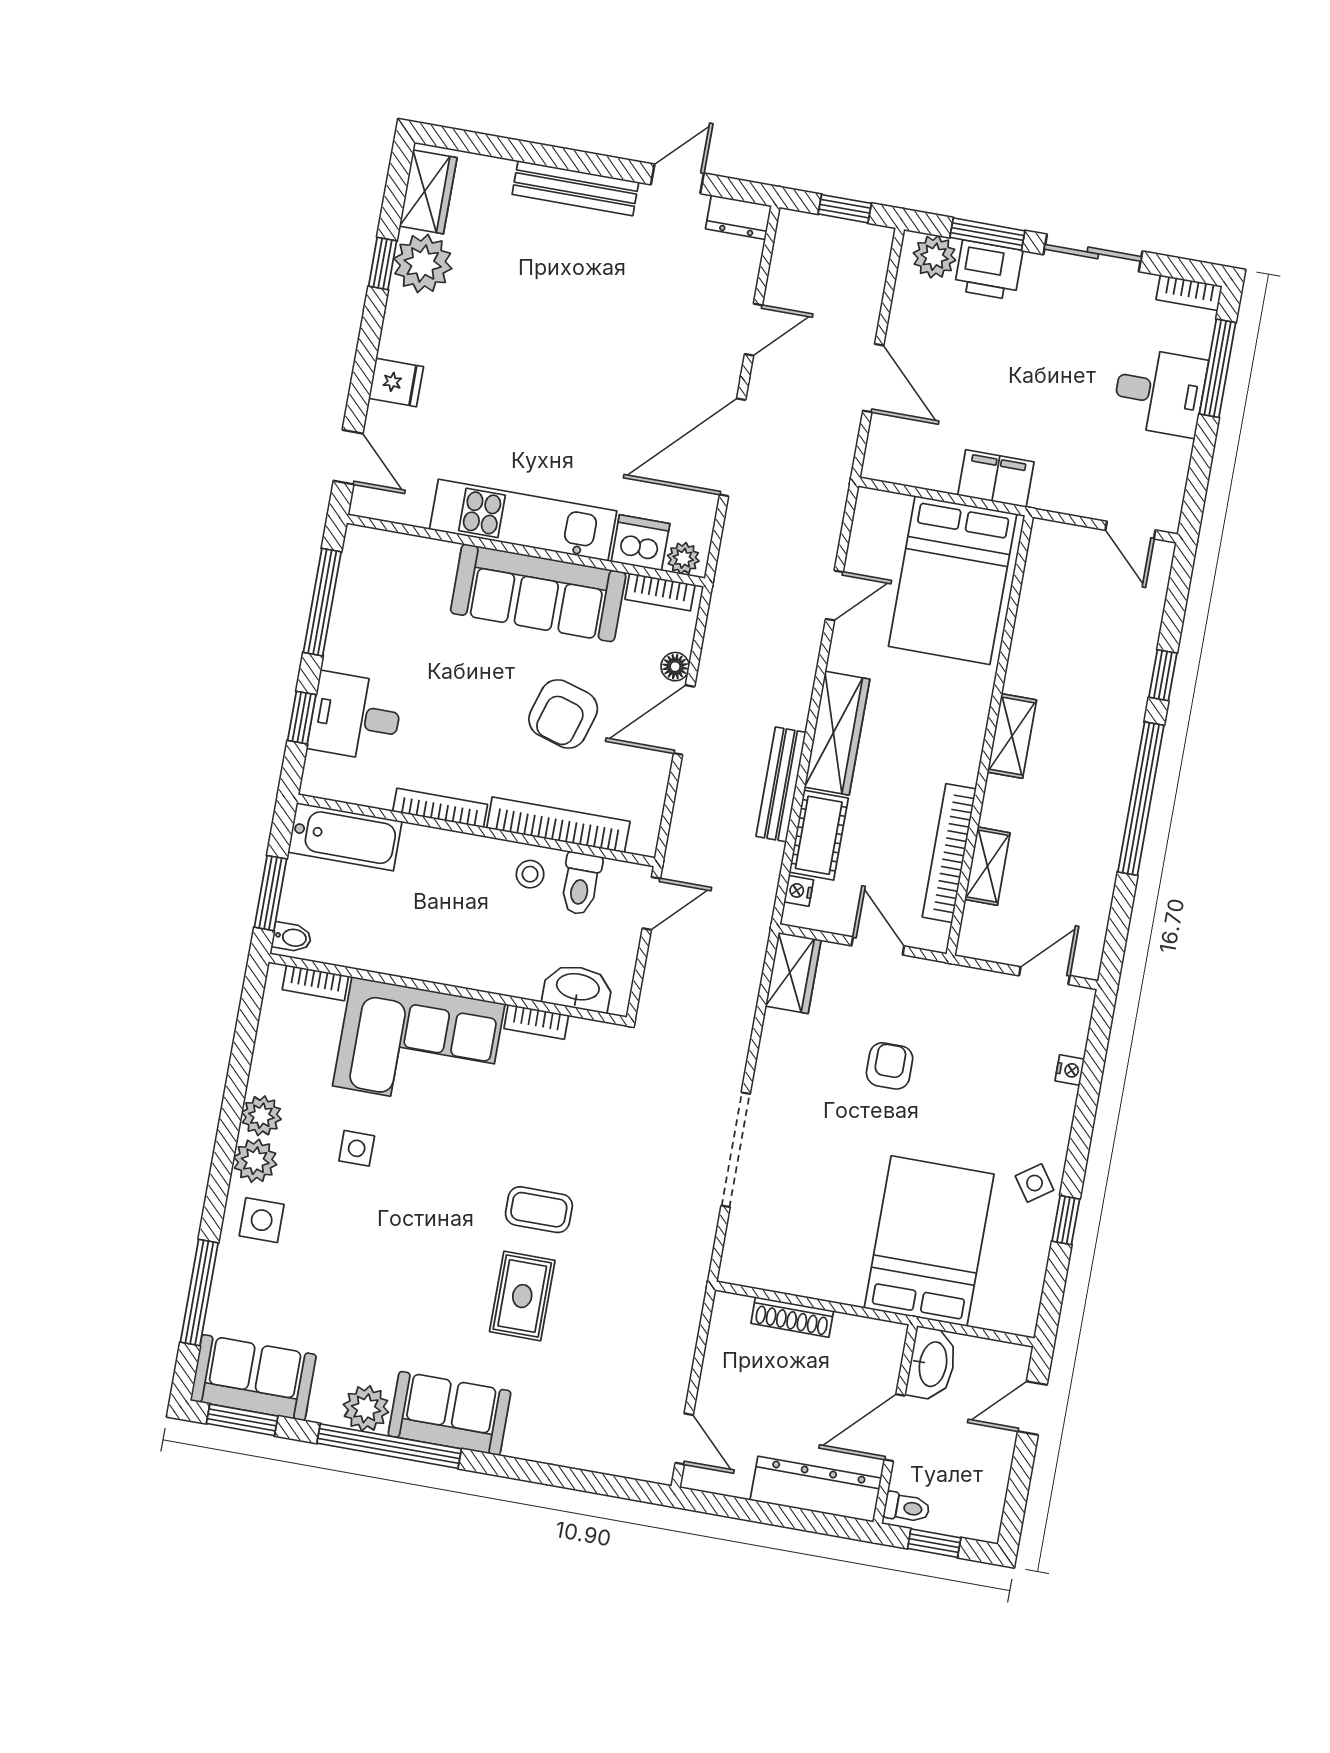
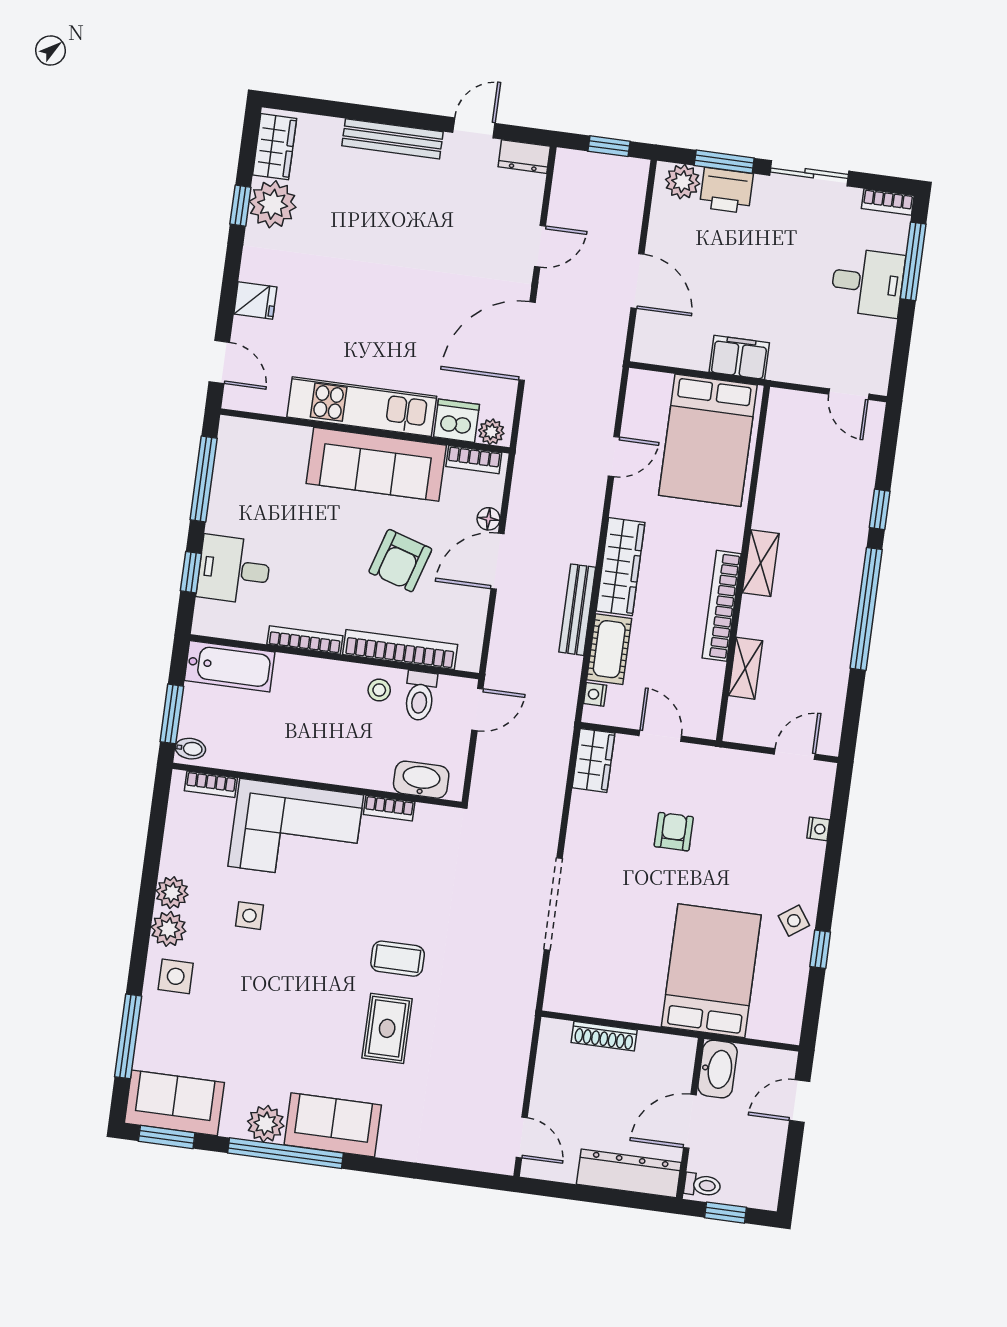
bookcase: (949, 853) -> (722, 606), moved

